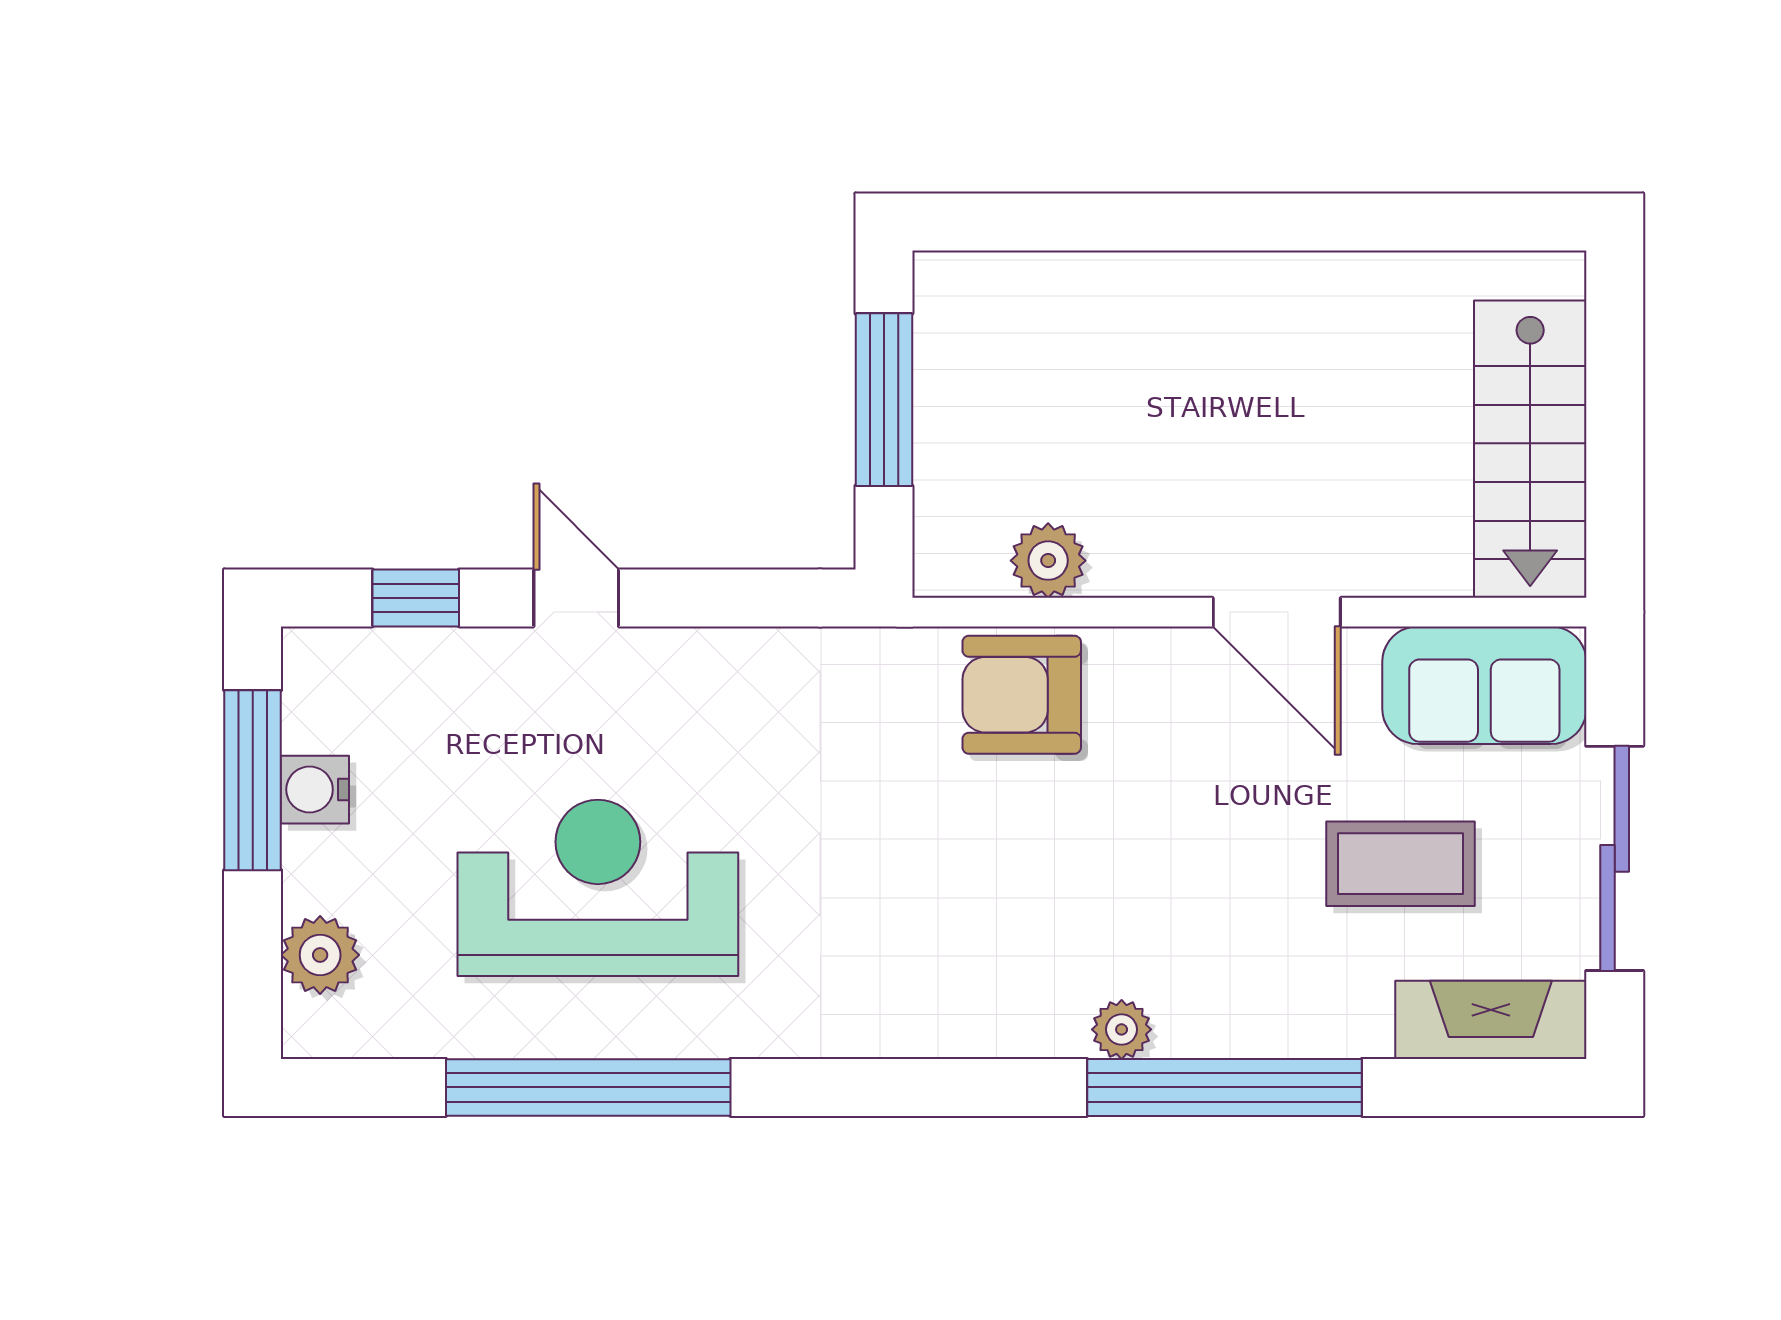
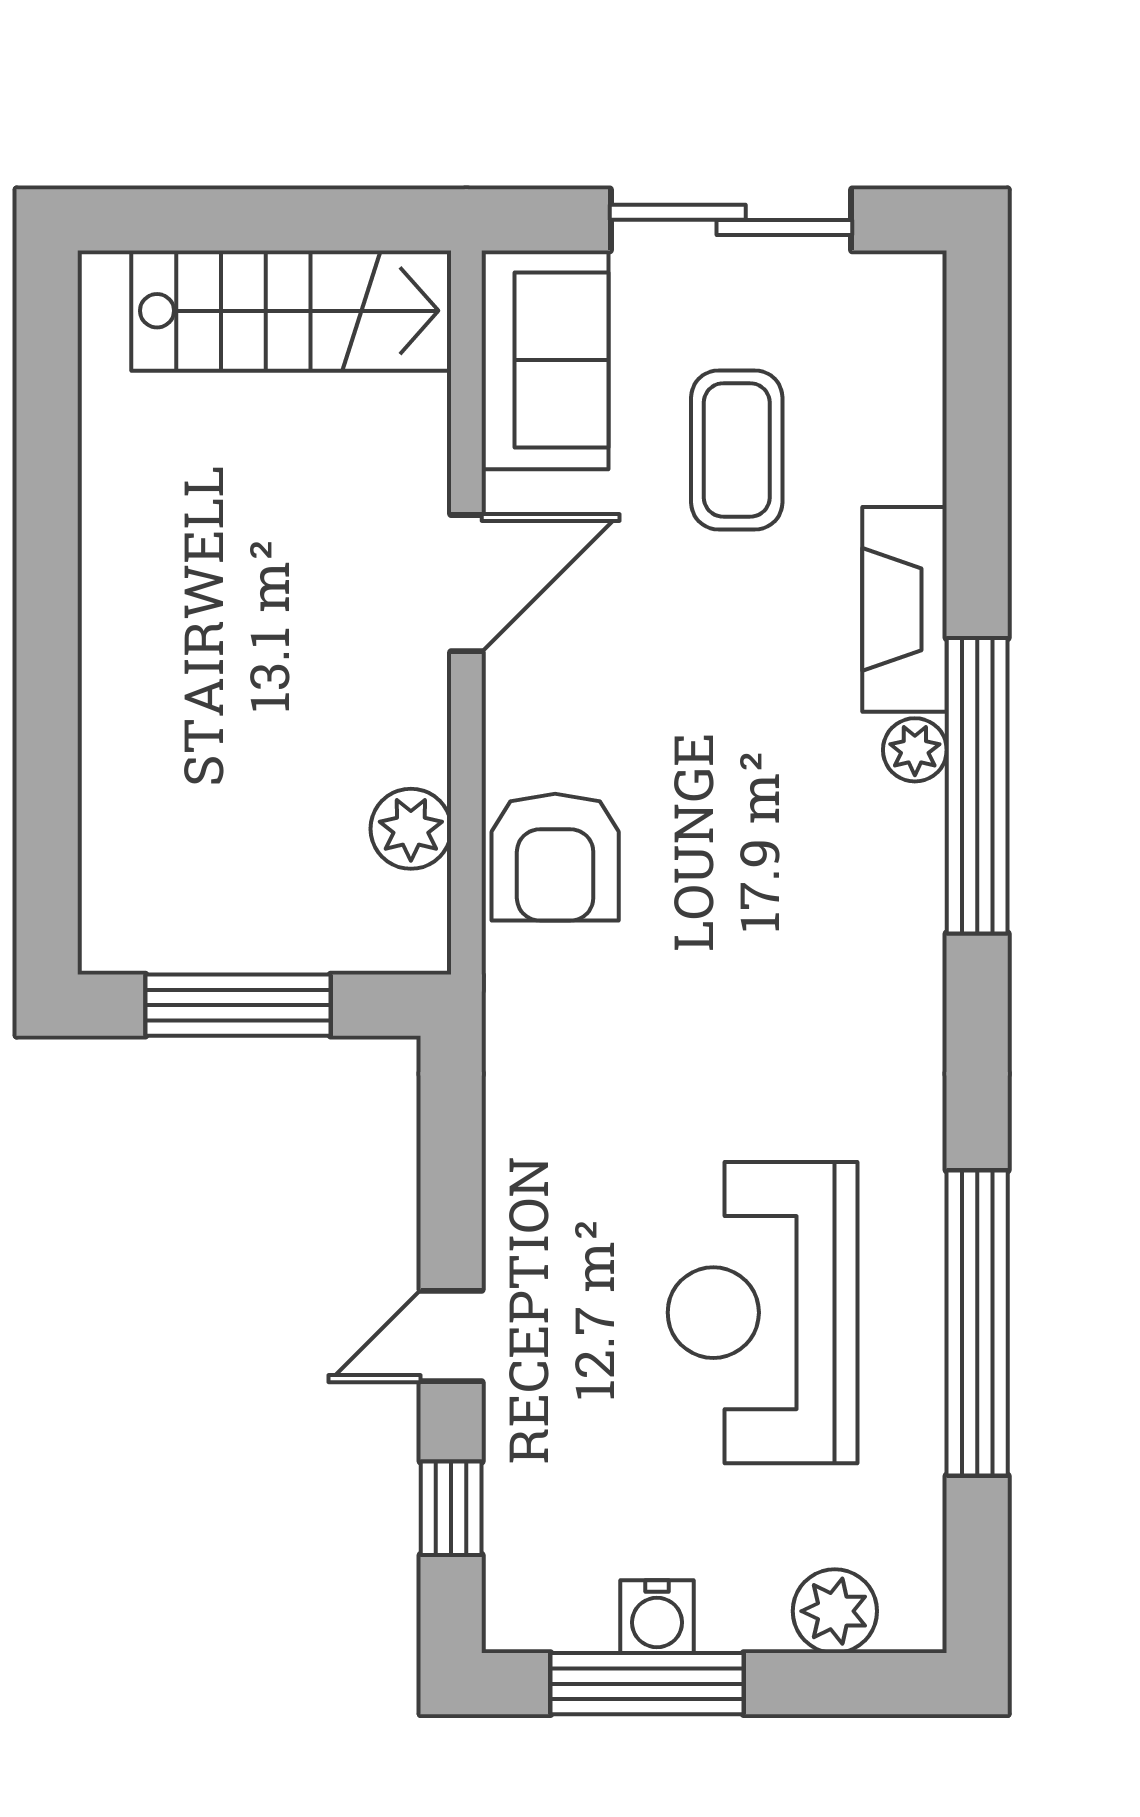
fireplace: (1491, 1020) -> (904, 609), moved
window: (1224, 1087) -> (977, 786), moved

